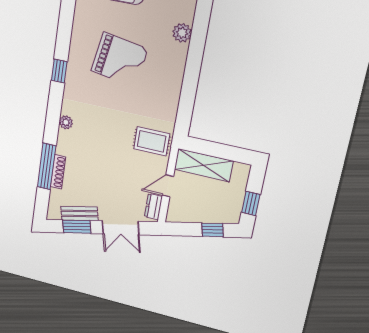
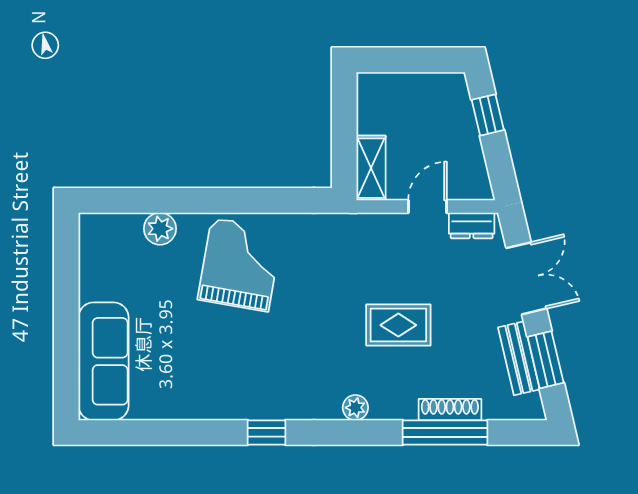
grand piano: (119, 60) -> (240, 265), moved
rug: (152, 141) -> (398, 325), moved, turned 90
shelving: (204, 165) -> (371, 168), width x0.67, depth x0.75
door: (168, 186) -> (427, 206), swing flipped
window: (251, 203) -> (424, 60), removed

